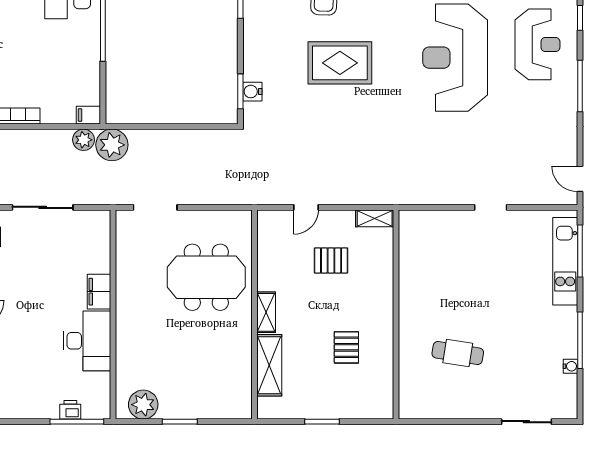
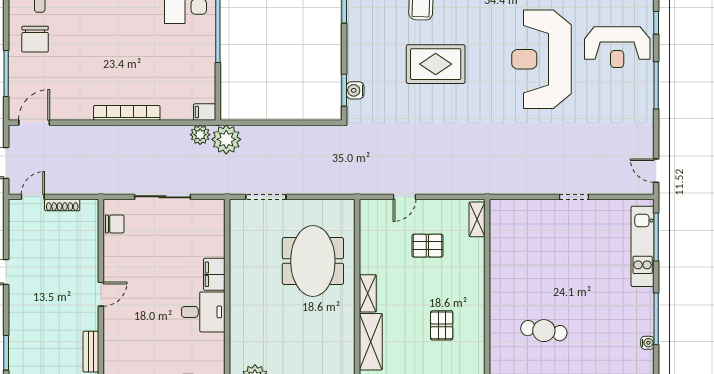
reception desk: (537, 44) -> (617, 47), turned 90
shelving: (375, 218) -> (477, 219), moved, turned 90
meeting table: (206, 277) -> (313, 261), turned 90
desk: (87, 341) -> (203, 312), width x0.73

